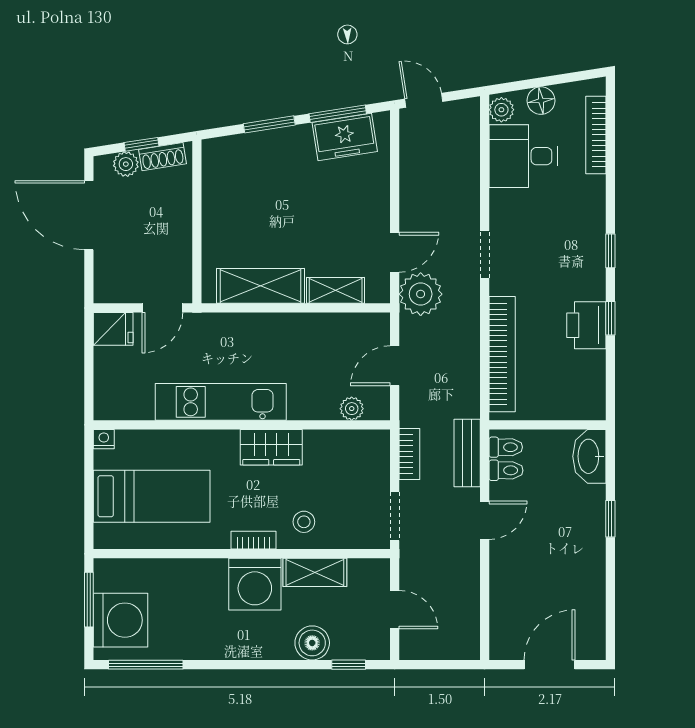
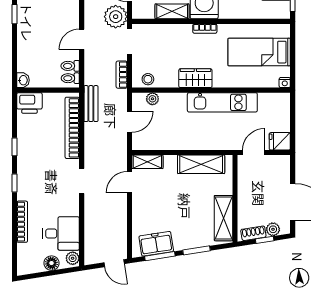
bookcase: (596, 135) -> (22, 222), moved
shelving: (218, 185) -> (224, 218), added
shelving: (336, 290) -> (147, 162), moved
plant: (421, 294) -> (116, 17), moved
printer: (586, 325) -> (29, 103), moved, turned 90
bench: (467, 453) -> (91, 104), moved
washbasin: (589, 456) -> (23, 80), width x0.52, depth x0.69
window: (610, 519) -> (14, 14), moved
stool: (304, 522) -> (148, 79), moved

